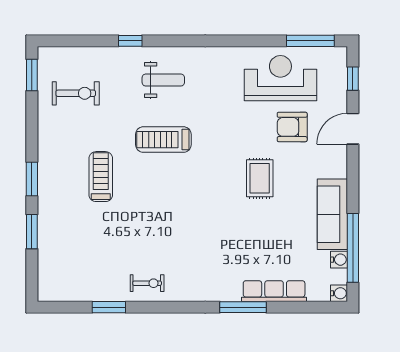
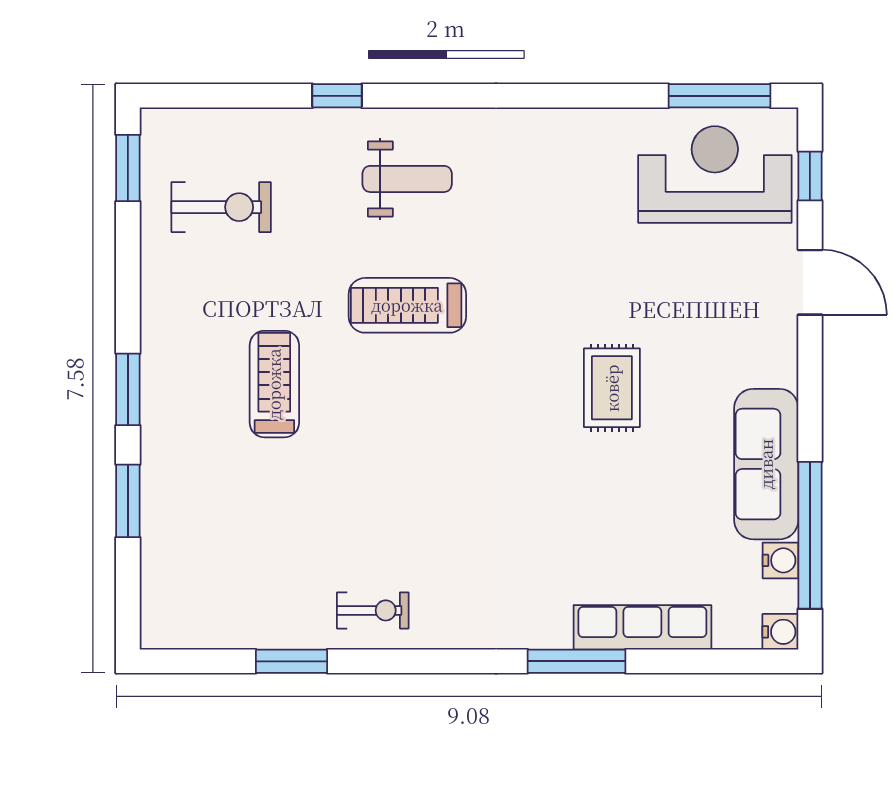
reception desk: (280, 78) -> (715, 174), moved
armchair: (292, 127) -> (681, 279), removed
door: (353, 129) -> (810, 282), swing flipped

